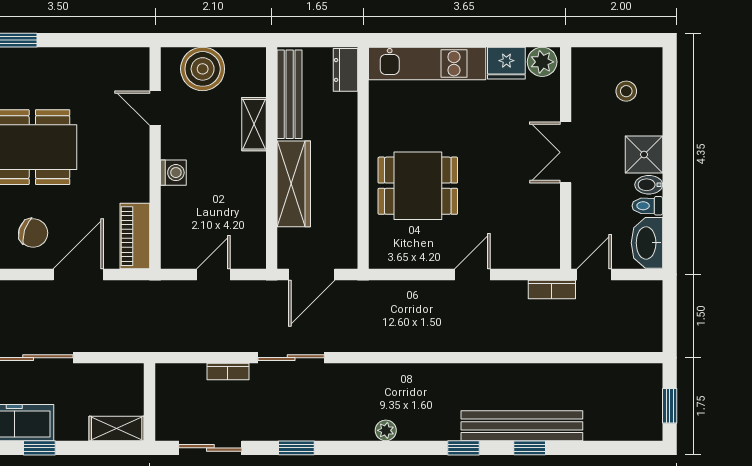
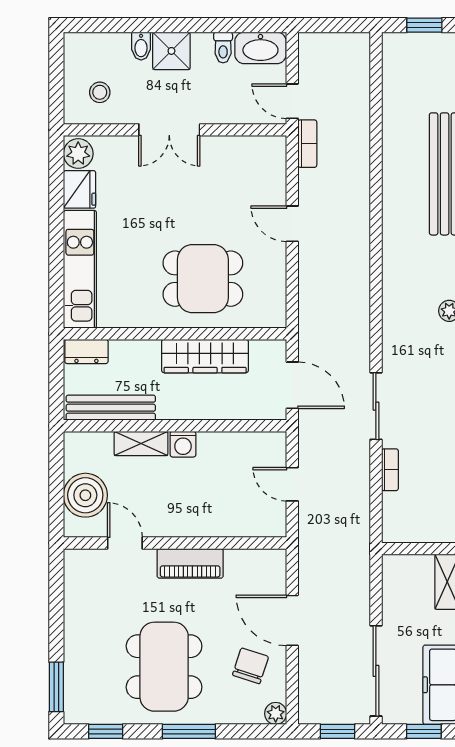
stool: (626, 91) -> (100, 92), moved
door: (155, 108) -> (125, 543), swing flipped
washing machine: (173, 173) -> (183, 444), moved, turned 180
wardrobe: (294, 184) -> (205, 356), moved, turned 180
bidet: (649, 185) -> (141, 46), moved
dining table: (418, 186) -> (203, 279), turned 90
piano: (135, 236) -> (190, 563), moved

